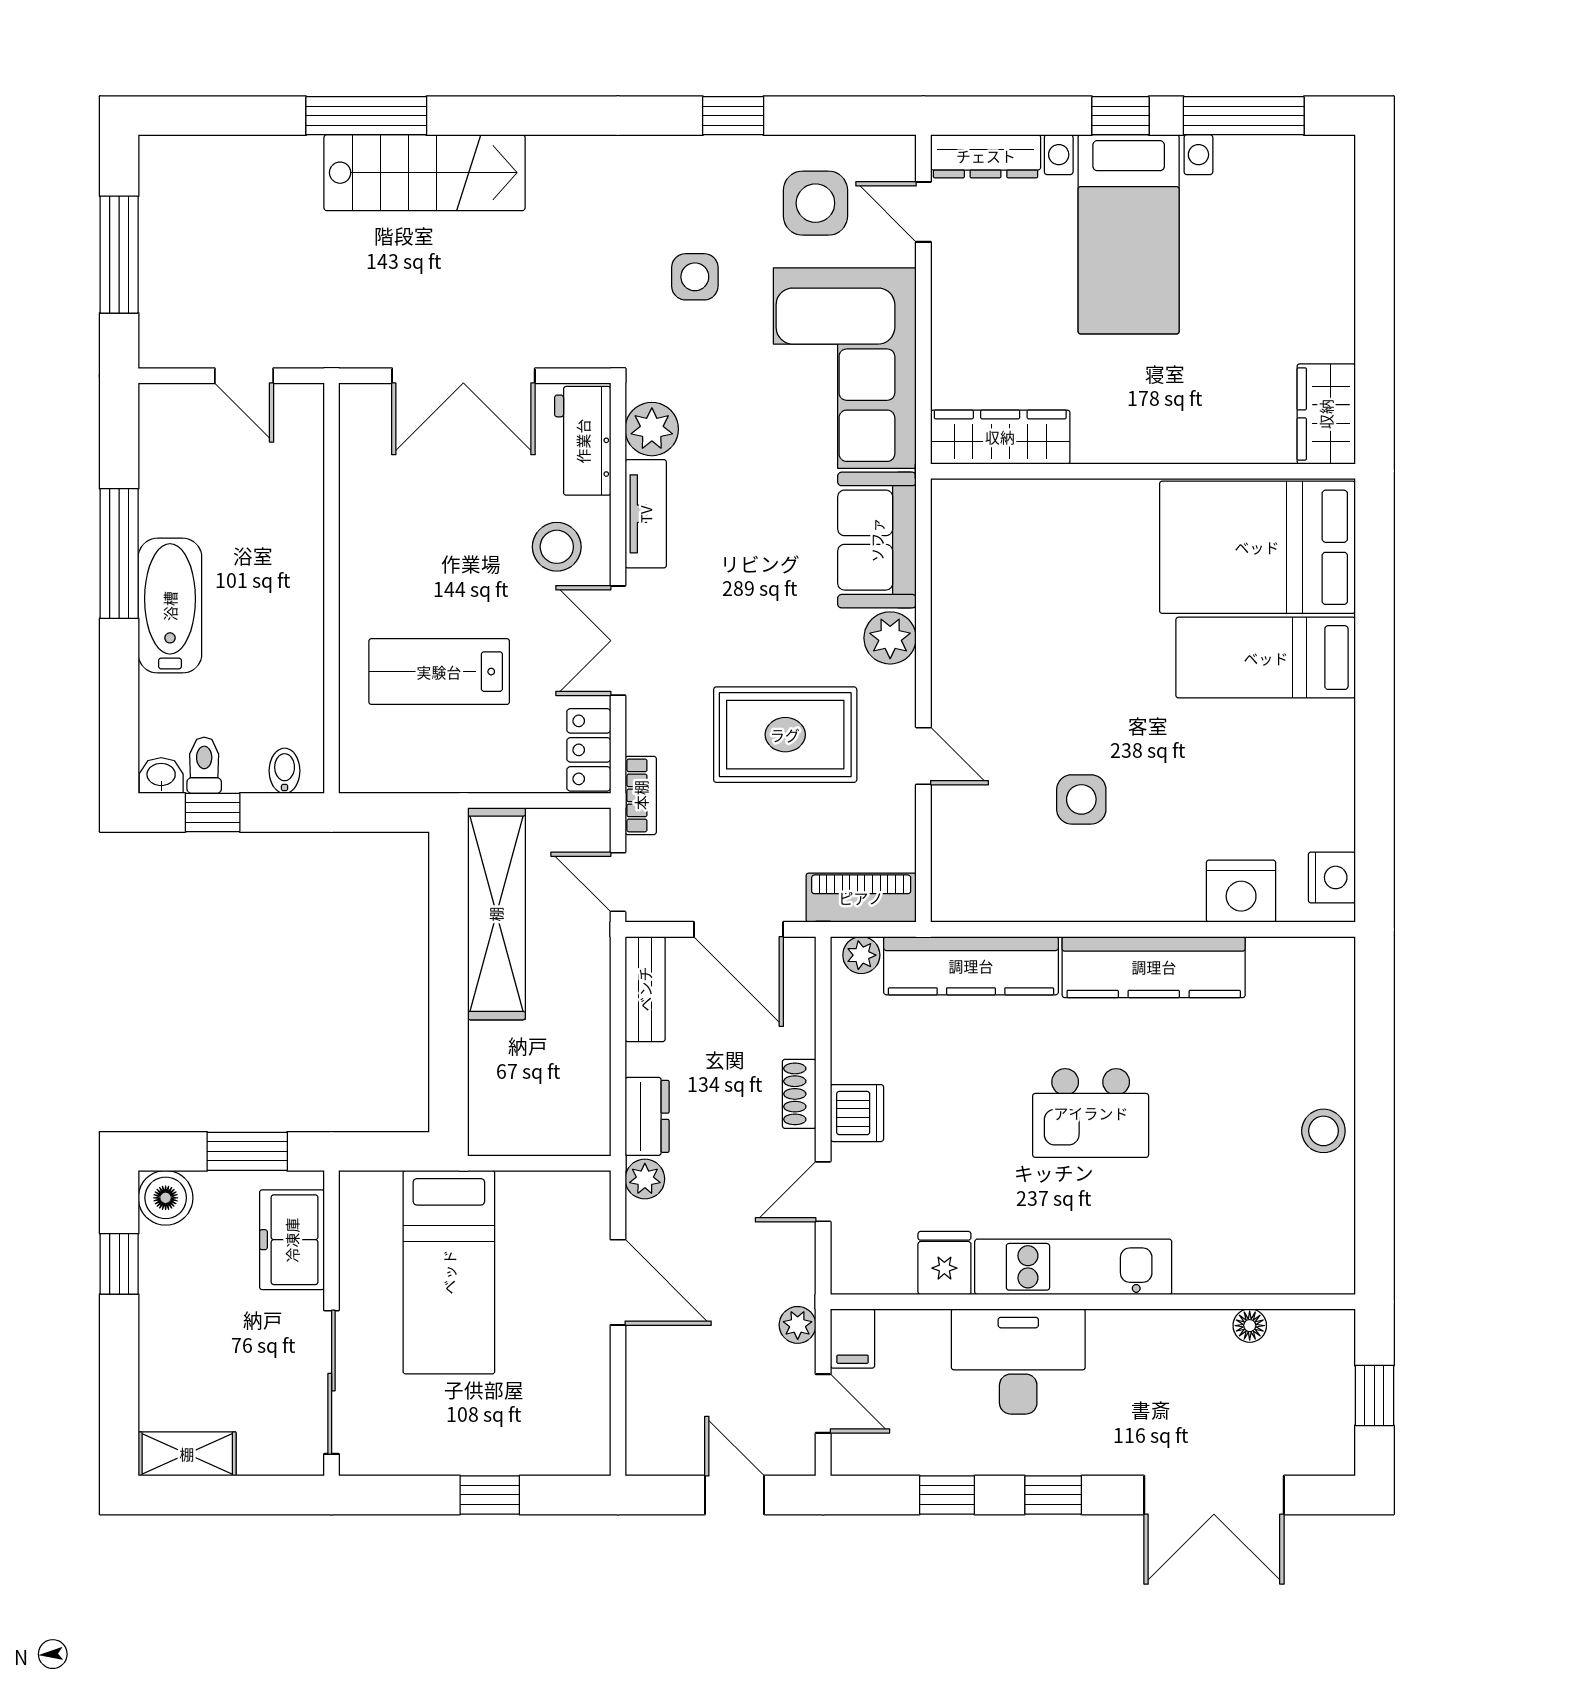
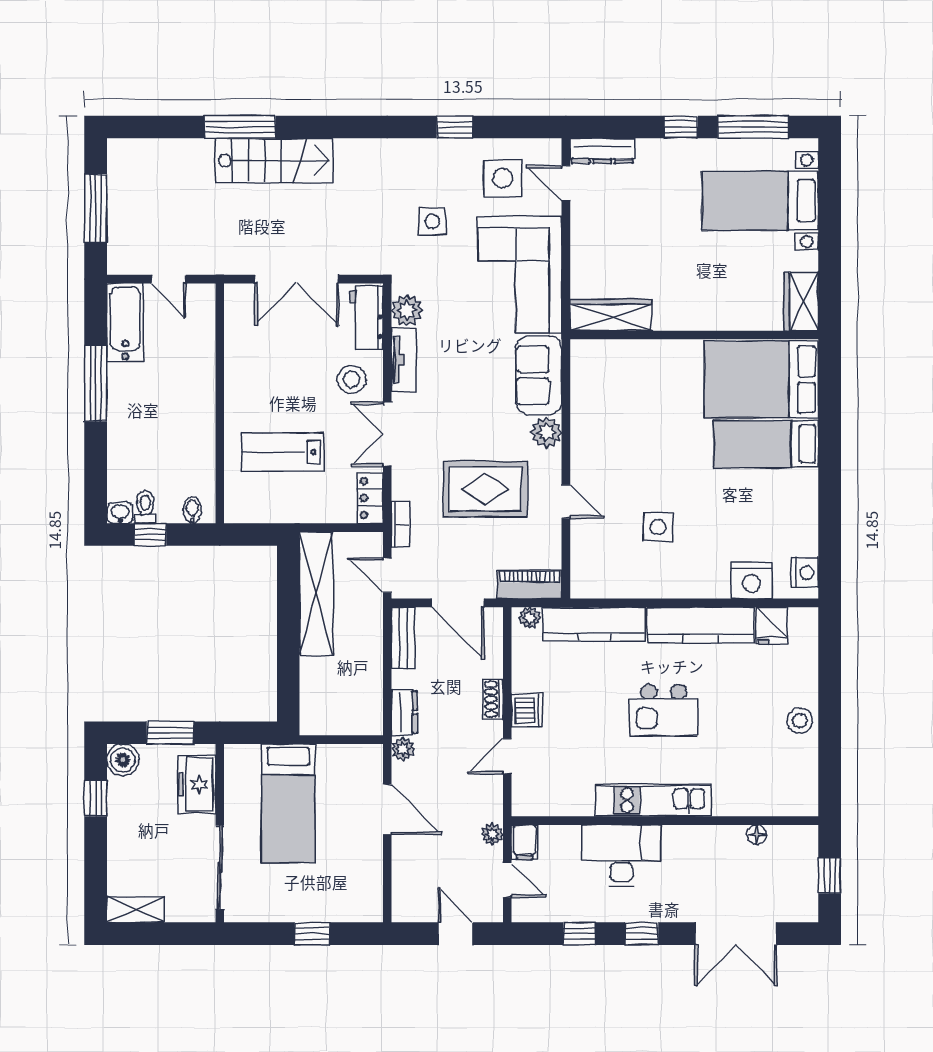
bed with nightstands: (1129, 234) -> (760, 201), moved, turned 90
bathtub: (170, 606) -> (125, 323), moved
fridge: (944, 1263) -> (772, 626), moved, turned 180

